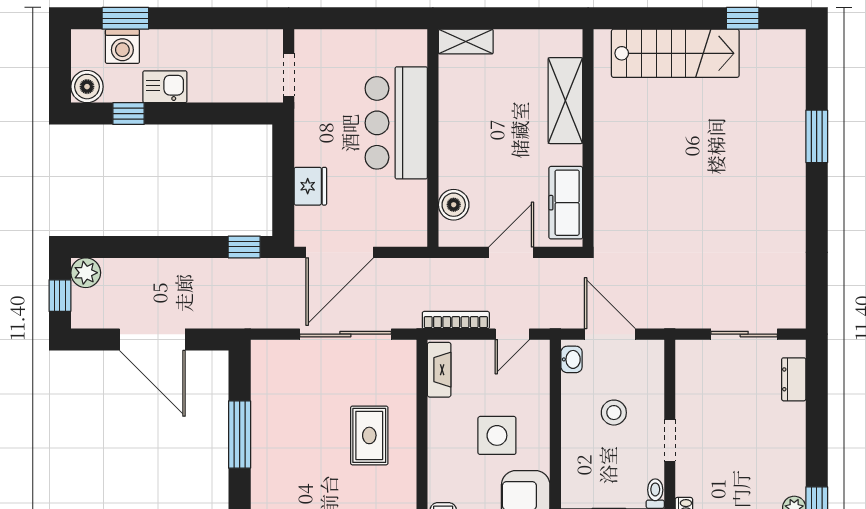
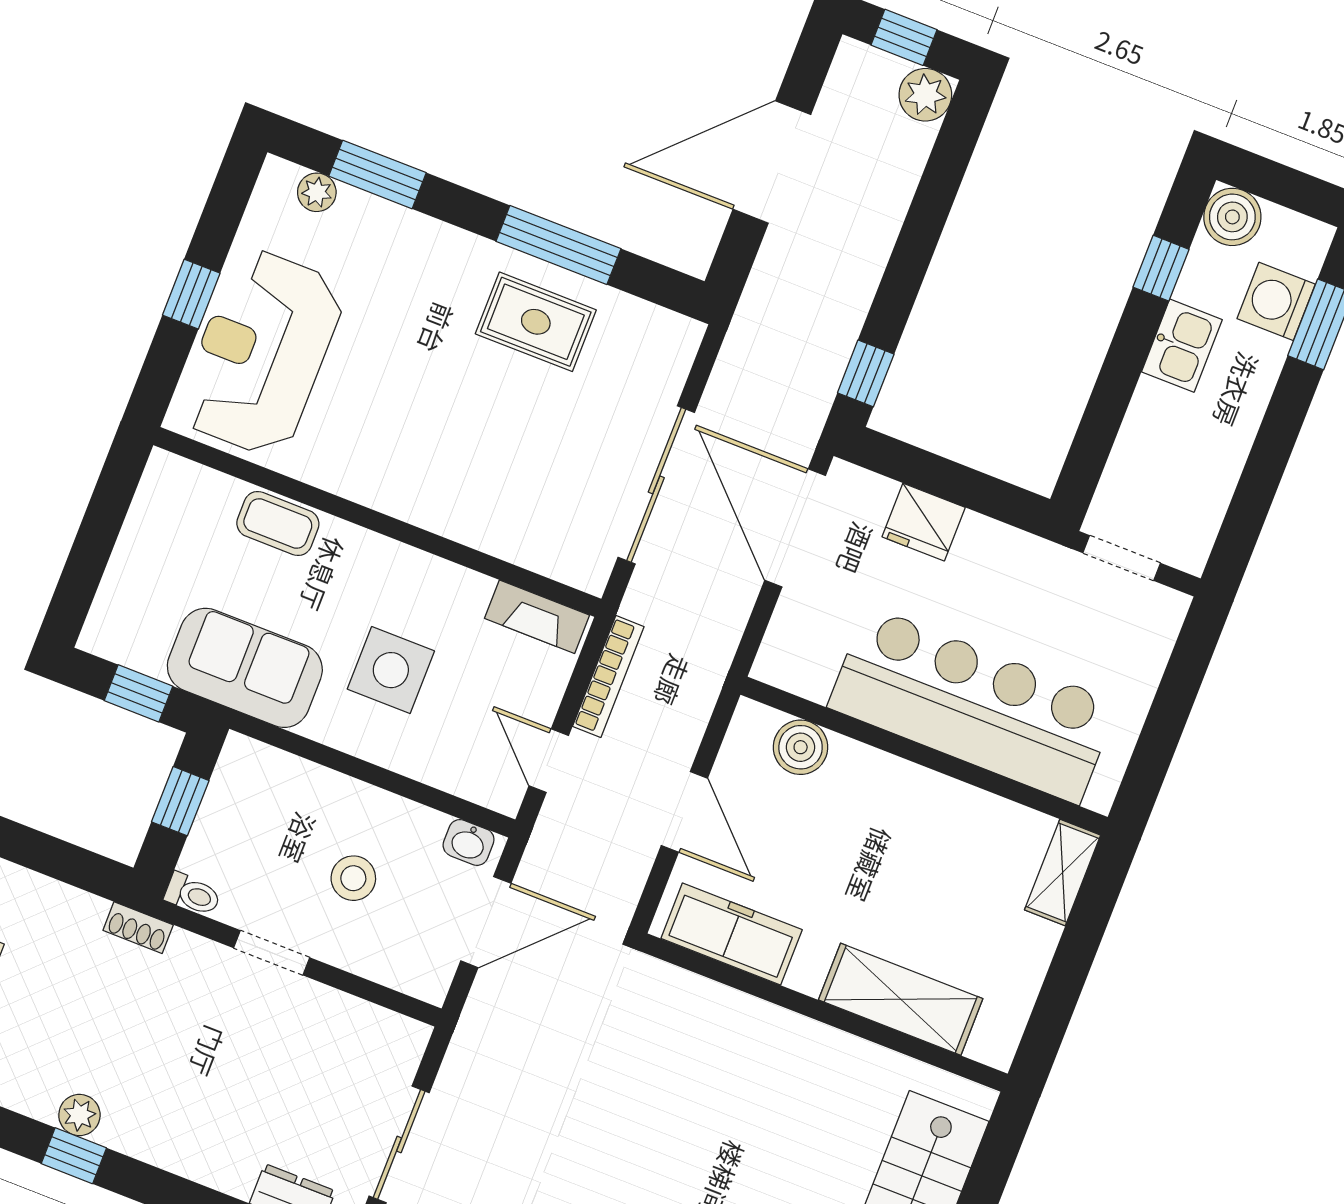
bar counter: (396, 123) -> (973, 705), width x1.36
rug: (369, 435) -> (536, 322), moved

